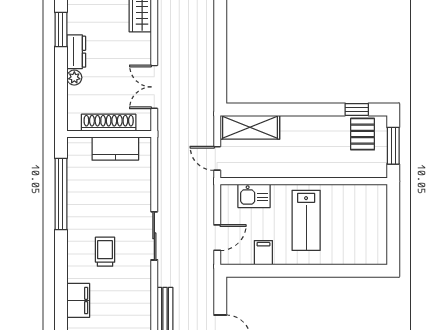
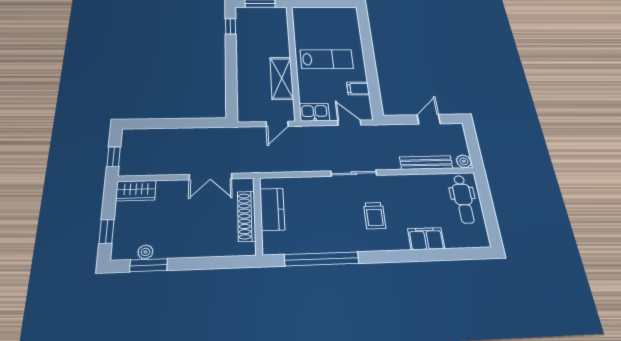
dresser: (76, 52) -> (173, 249), removed
plant: (74, 78) -> (145, 252), moved
shelving: (250, 127) -> (282, 78), moved
pallet: (363, 134) -> (251, 23), removed
kitchen sink: (254, 196) -> (314, 112), moved, turned -90
trolley: (105, 252) -> (375, 216), turned -90

